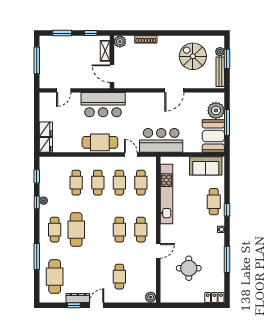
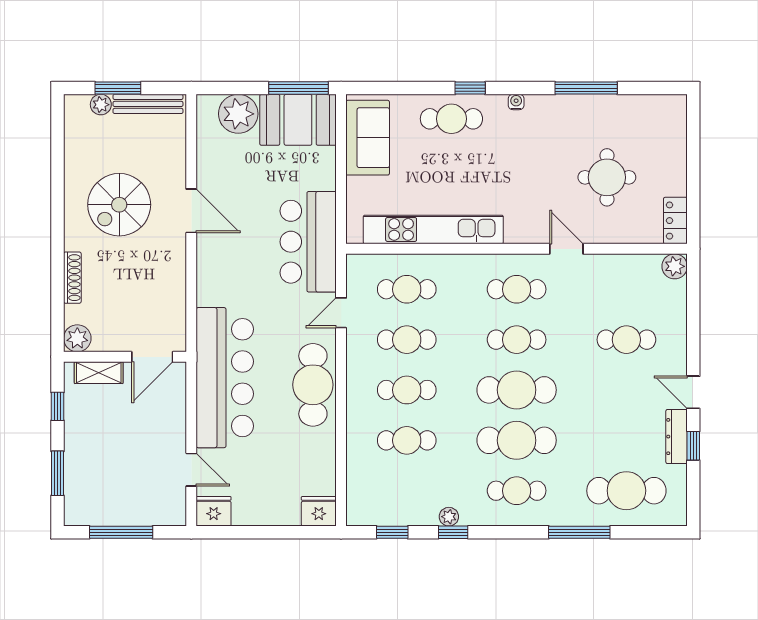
spiral stairs: (193, 56) -> (119, 205), moved
bar counter: (103, 105) -> (225, 378), width x1.36
window: (227, 122) -> (298, 88), moved
fridge: (46, 129) -> (214, 511), moved
cafe table: (98, 230) -> (517, 390), added
locker: (214, 298) -> (675, 221), moved

